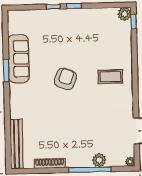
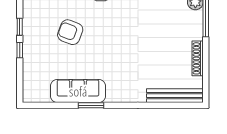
armchair: (65, 79) -> (70, 32), moved

